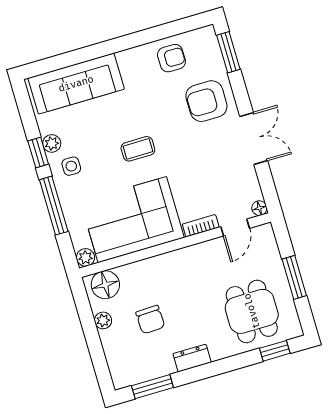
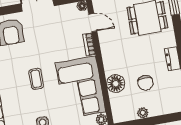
floor lamp: (105, 285) -> (116, 84), moved
chair: (150, 320) -> (145, 83), turned 92

